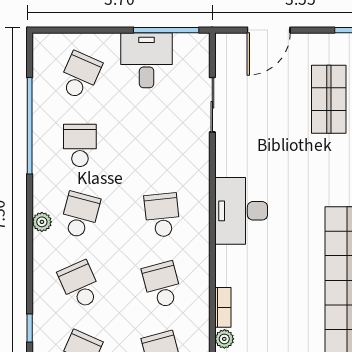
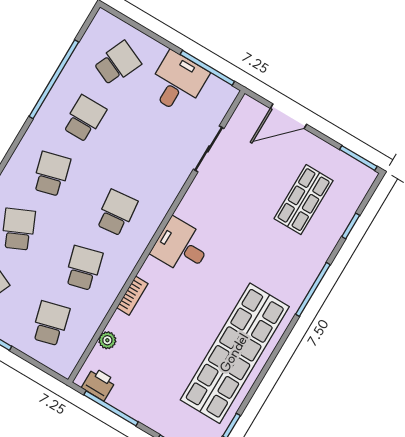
desk: (241, 211) -> (181, 247), width x0.73
school desk: (80, 215) -> (51, 174), turned -30
plant: (42, 222) -> (18, 161), removed
bookcase: (223, 307) -> (132, 296), moved

